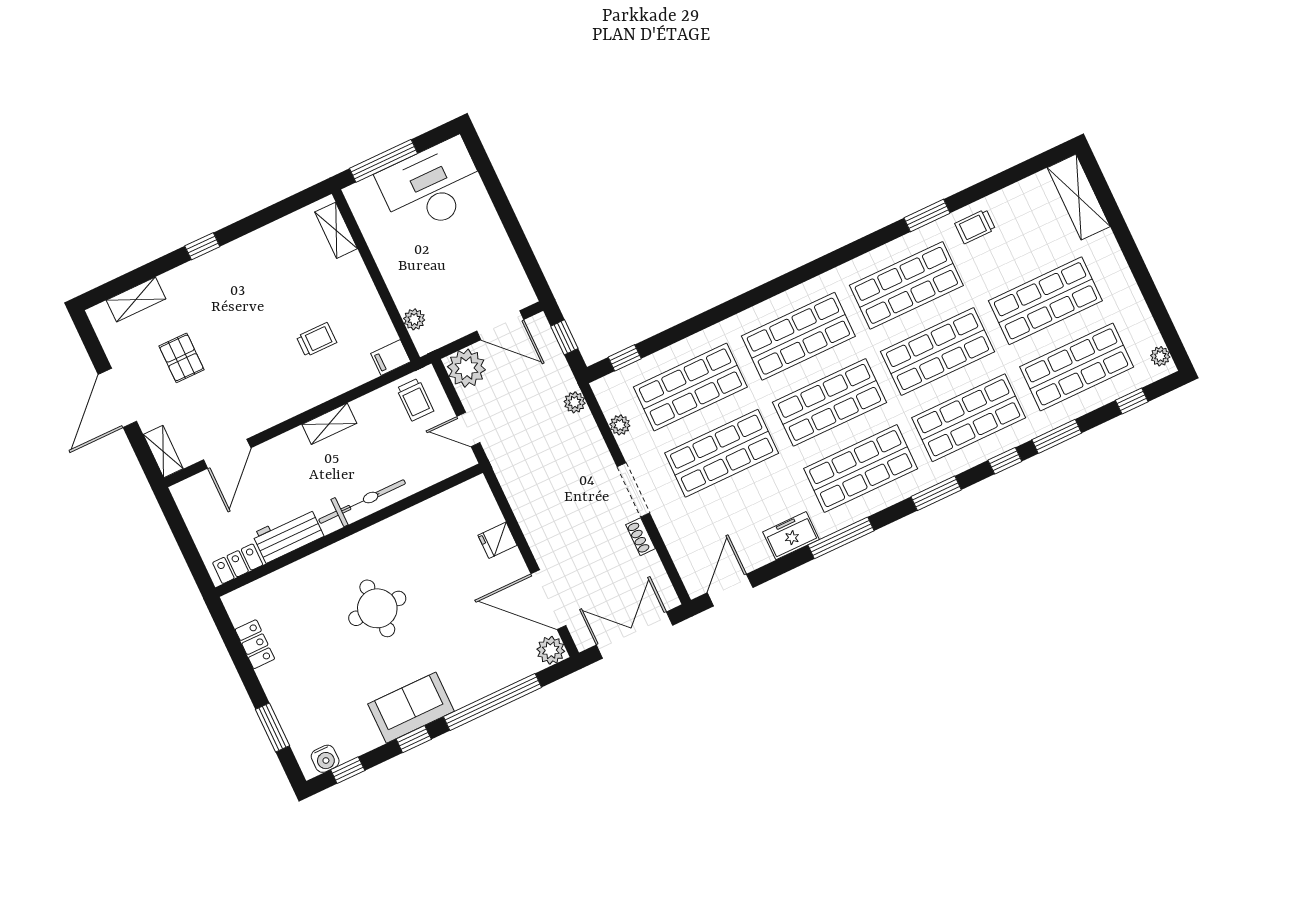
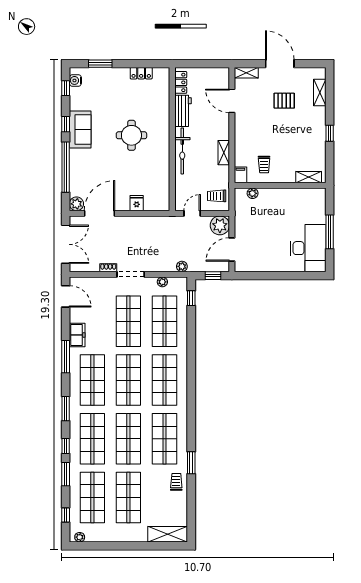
shelving: (336, 230) -> (309, 177), moved
wall: (376, 276) -> (280, 185), moved
plant: (414, 319) -> (253, 193), moved
filing cabinet: (391, 358) -> (240, 175), moved

